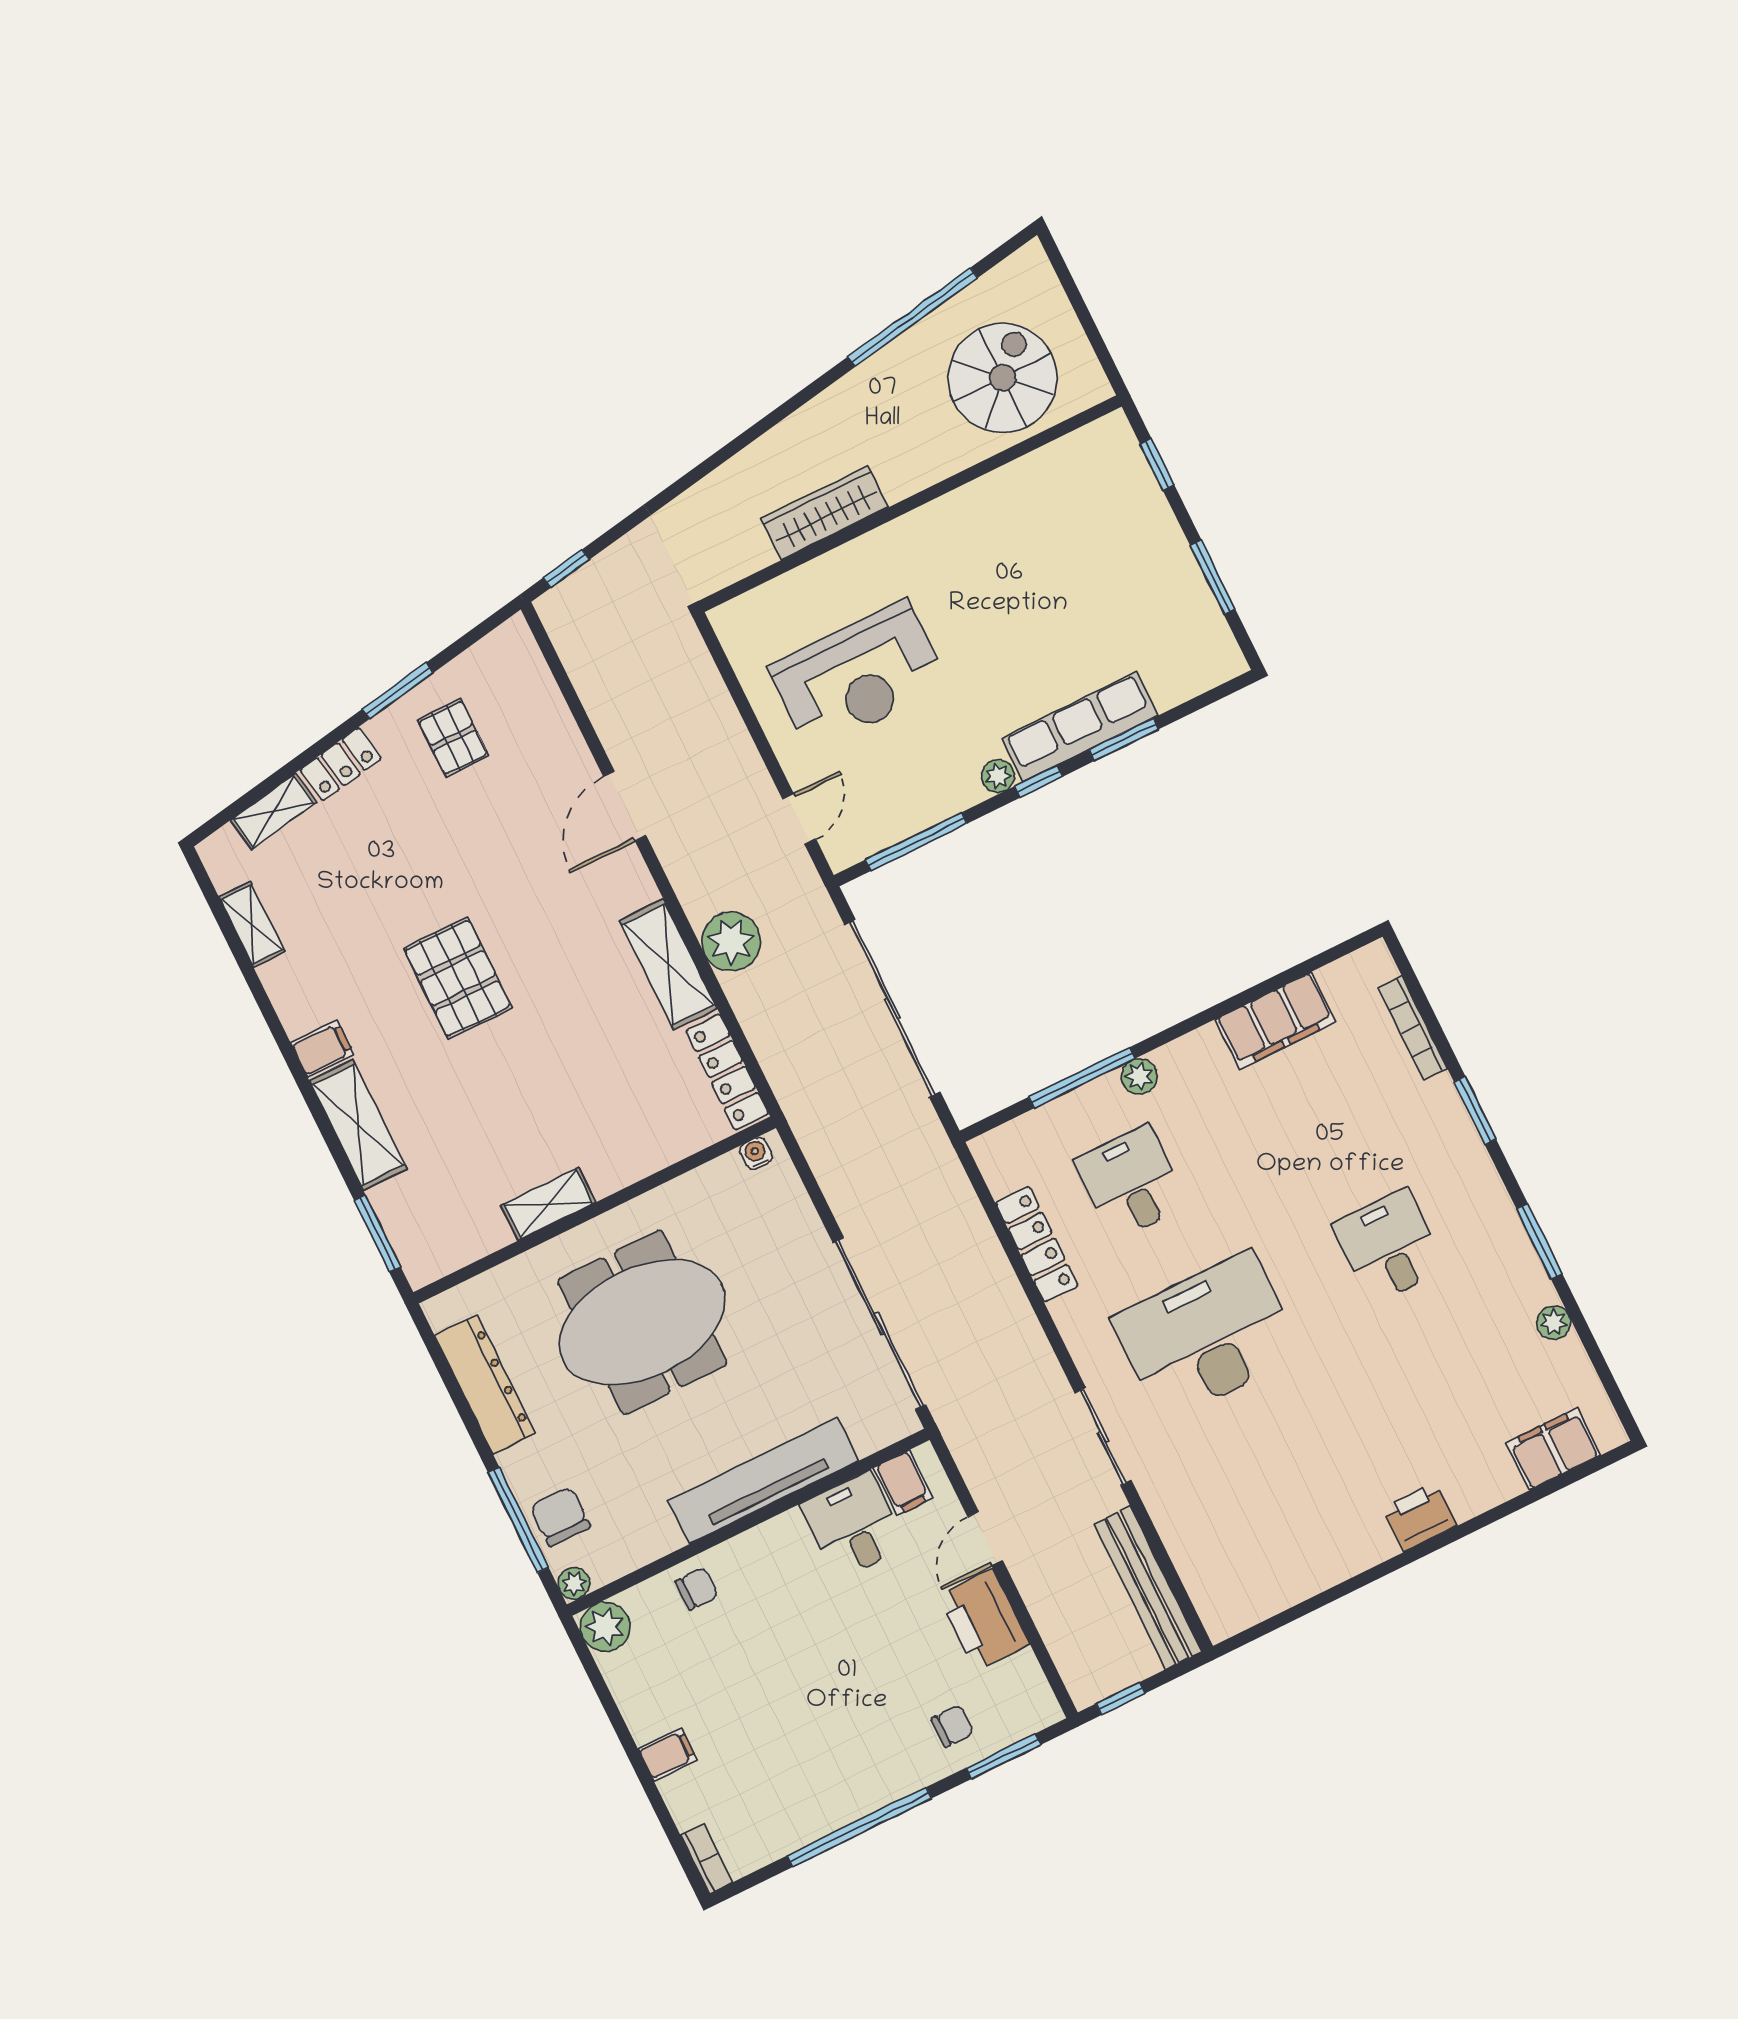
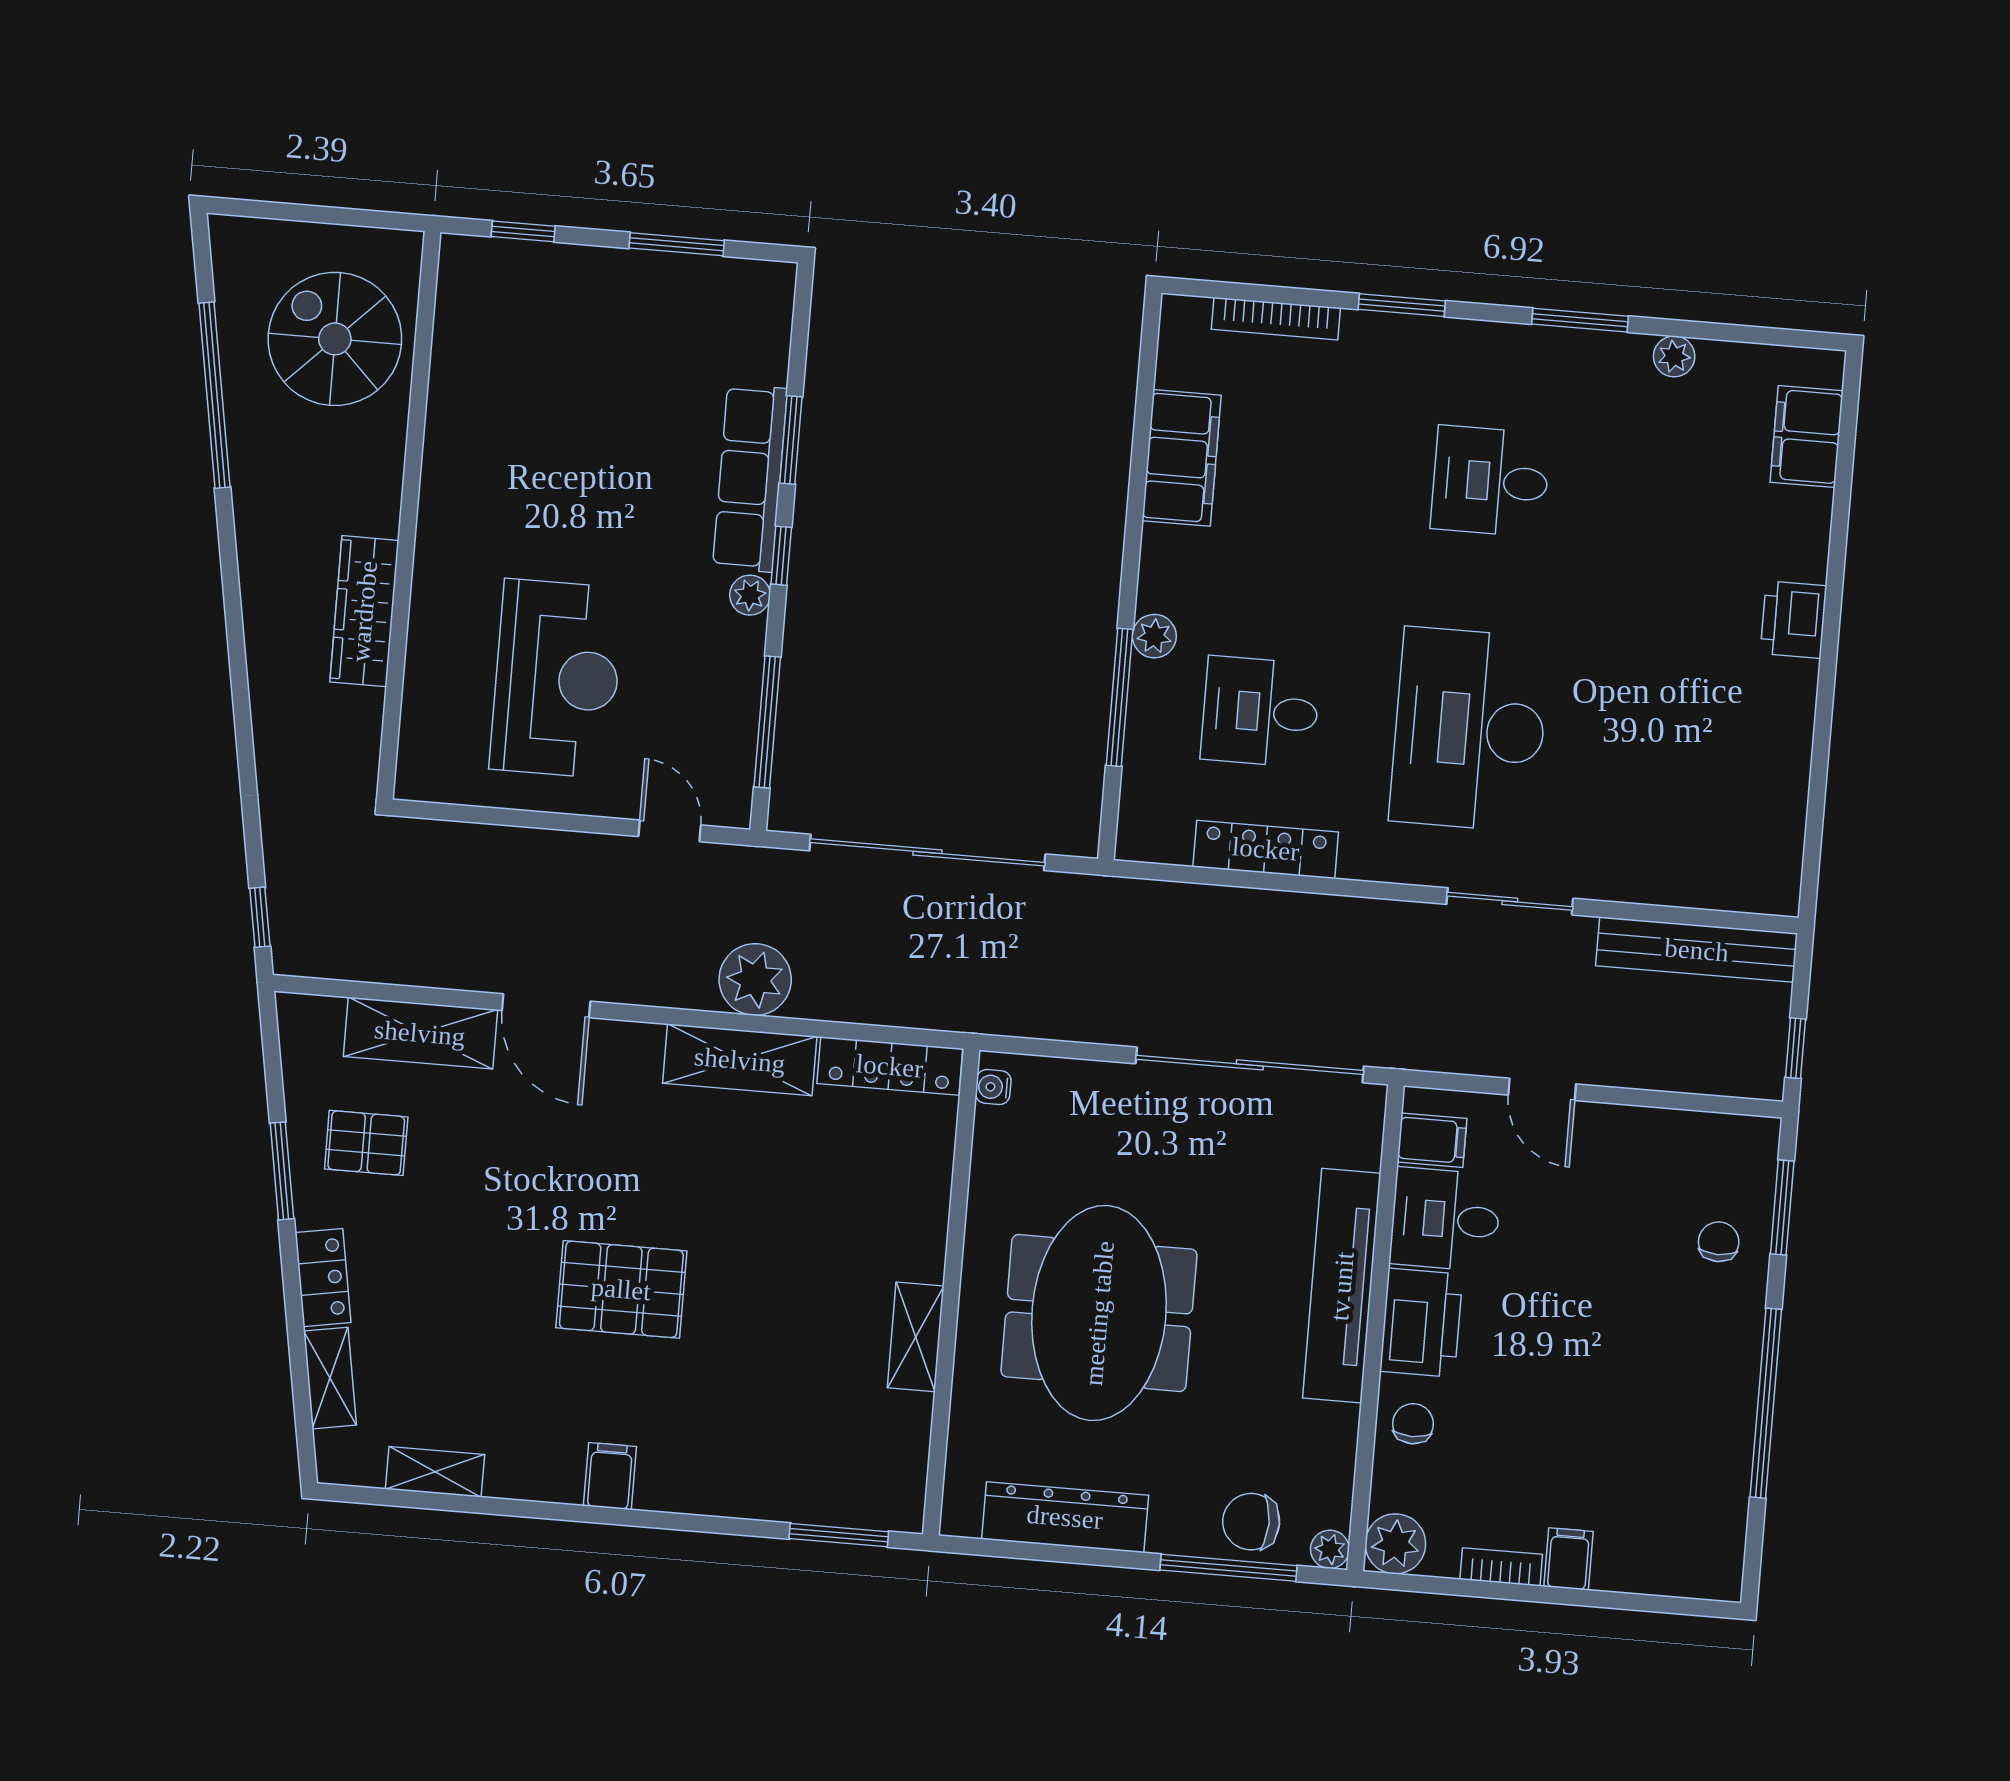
shelving: (358, 1125) -> (420, 1033), moved
printer: (984, 1620) -> (1421, 1323), moved, turned -90
bookcase: (707, 1859) -> (1501, 1567), moved

